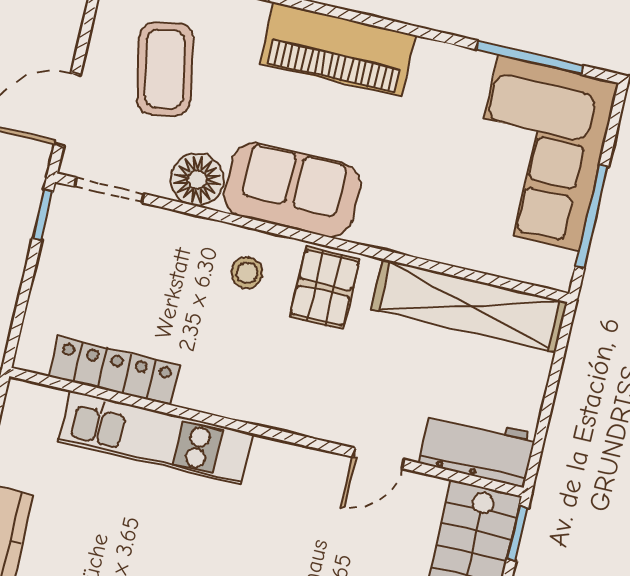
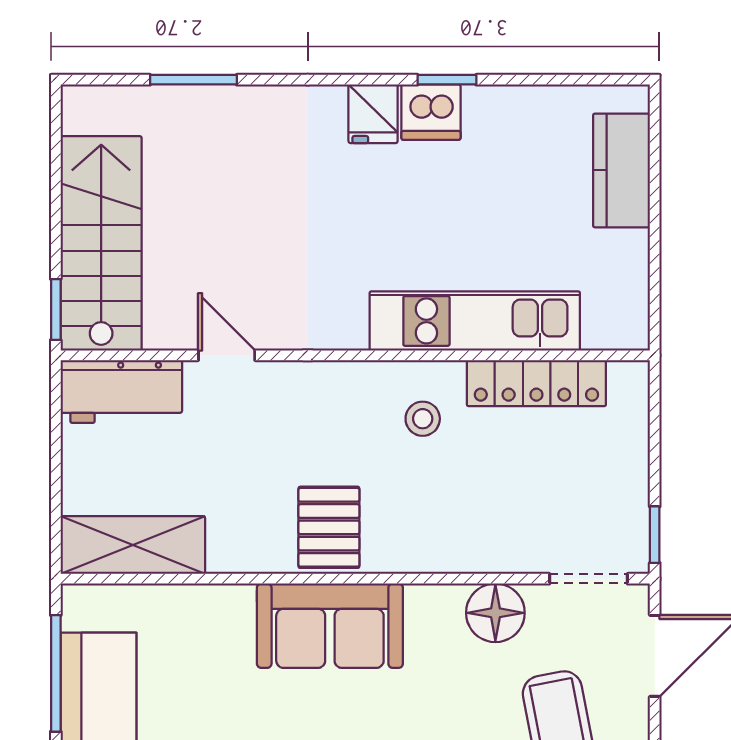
sofa: (292, 190) -> (330, 626), moved
stool: (247, 273) -> (423, 419), moved
shelving: (469, 305) -> (133, 545), width x0.68
door: (378, 458) -> (227, 355), hinge flipped

